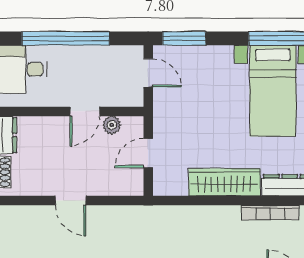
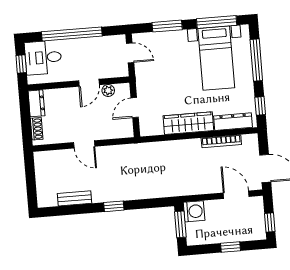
window: (184, 38) -> (167, 26), moved

